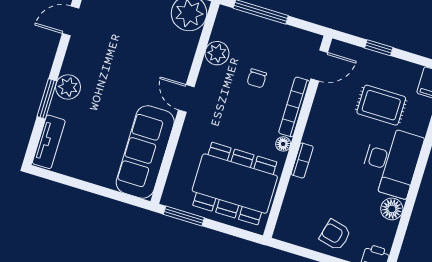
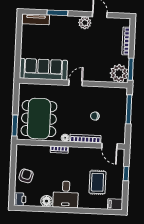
plant: (217, 53) -> (102, 93), removed
plant: (68, 87) -> (85, 23), moved
desk: (391, 162) -> (66, 194), width x0.73
window: (184, 216) -> (15, 126), moved

